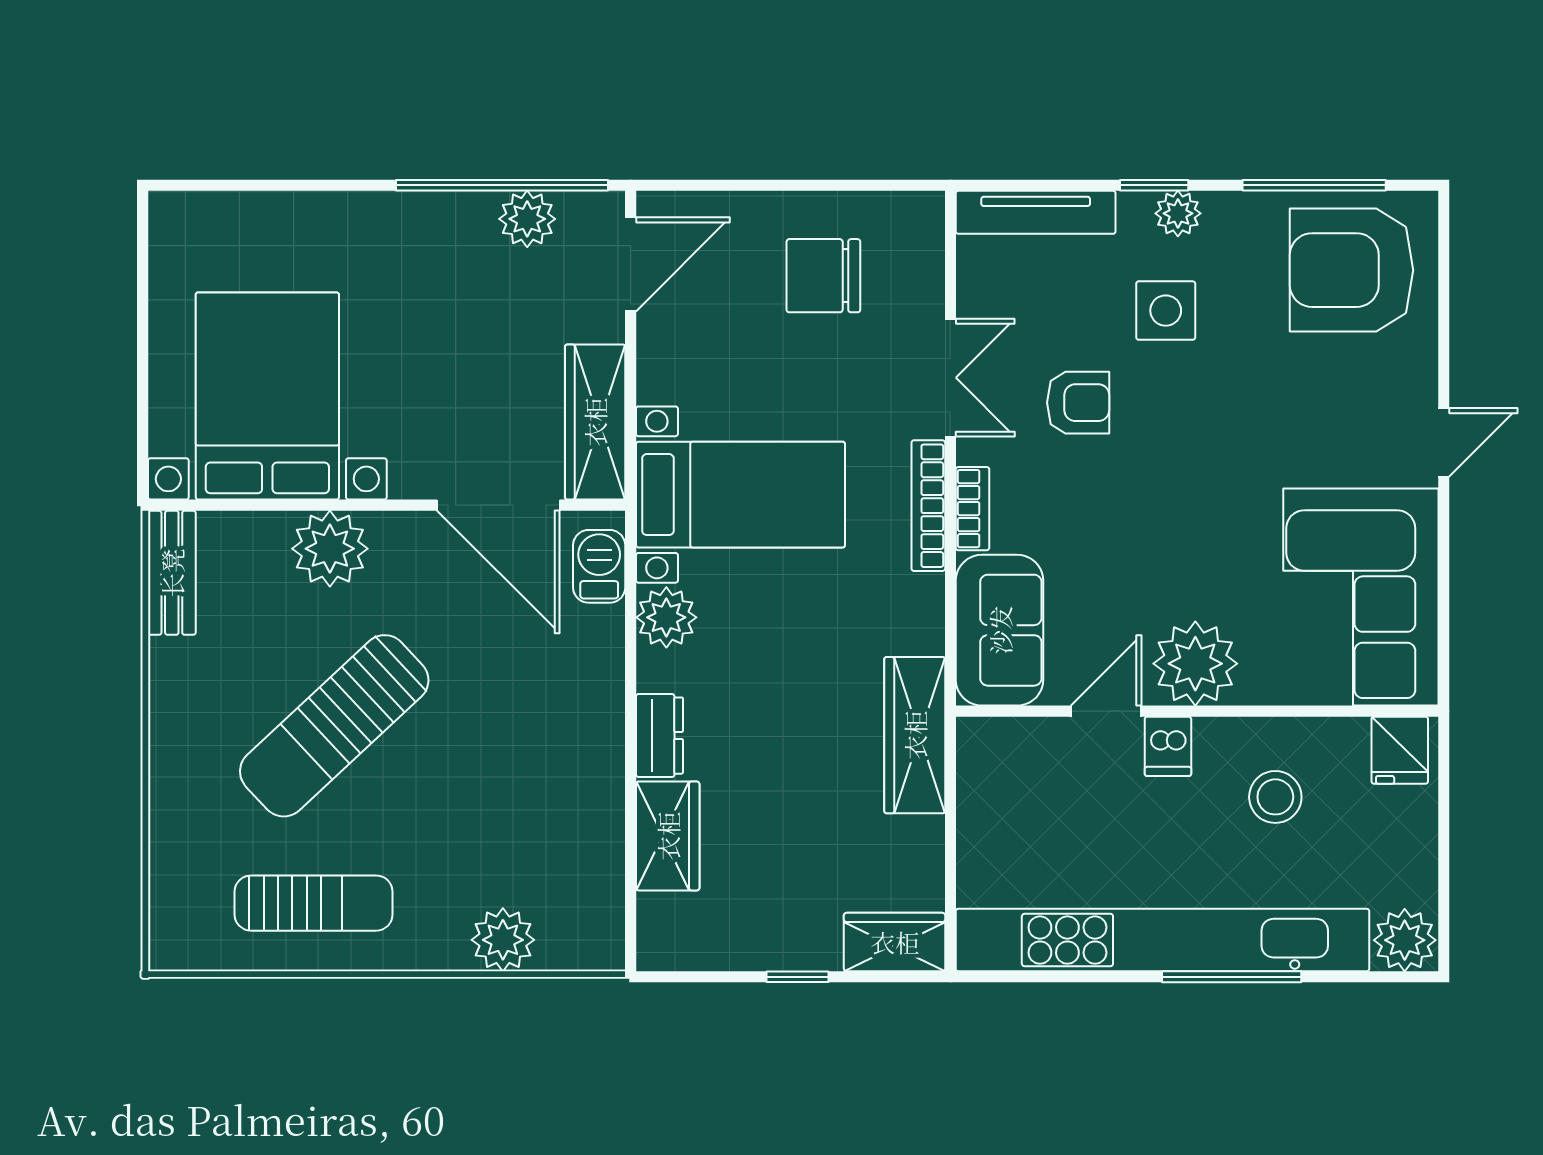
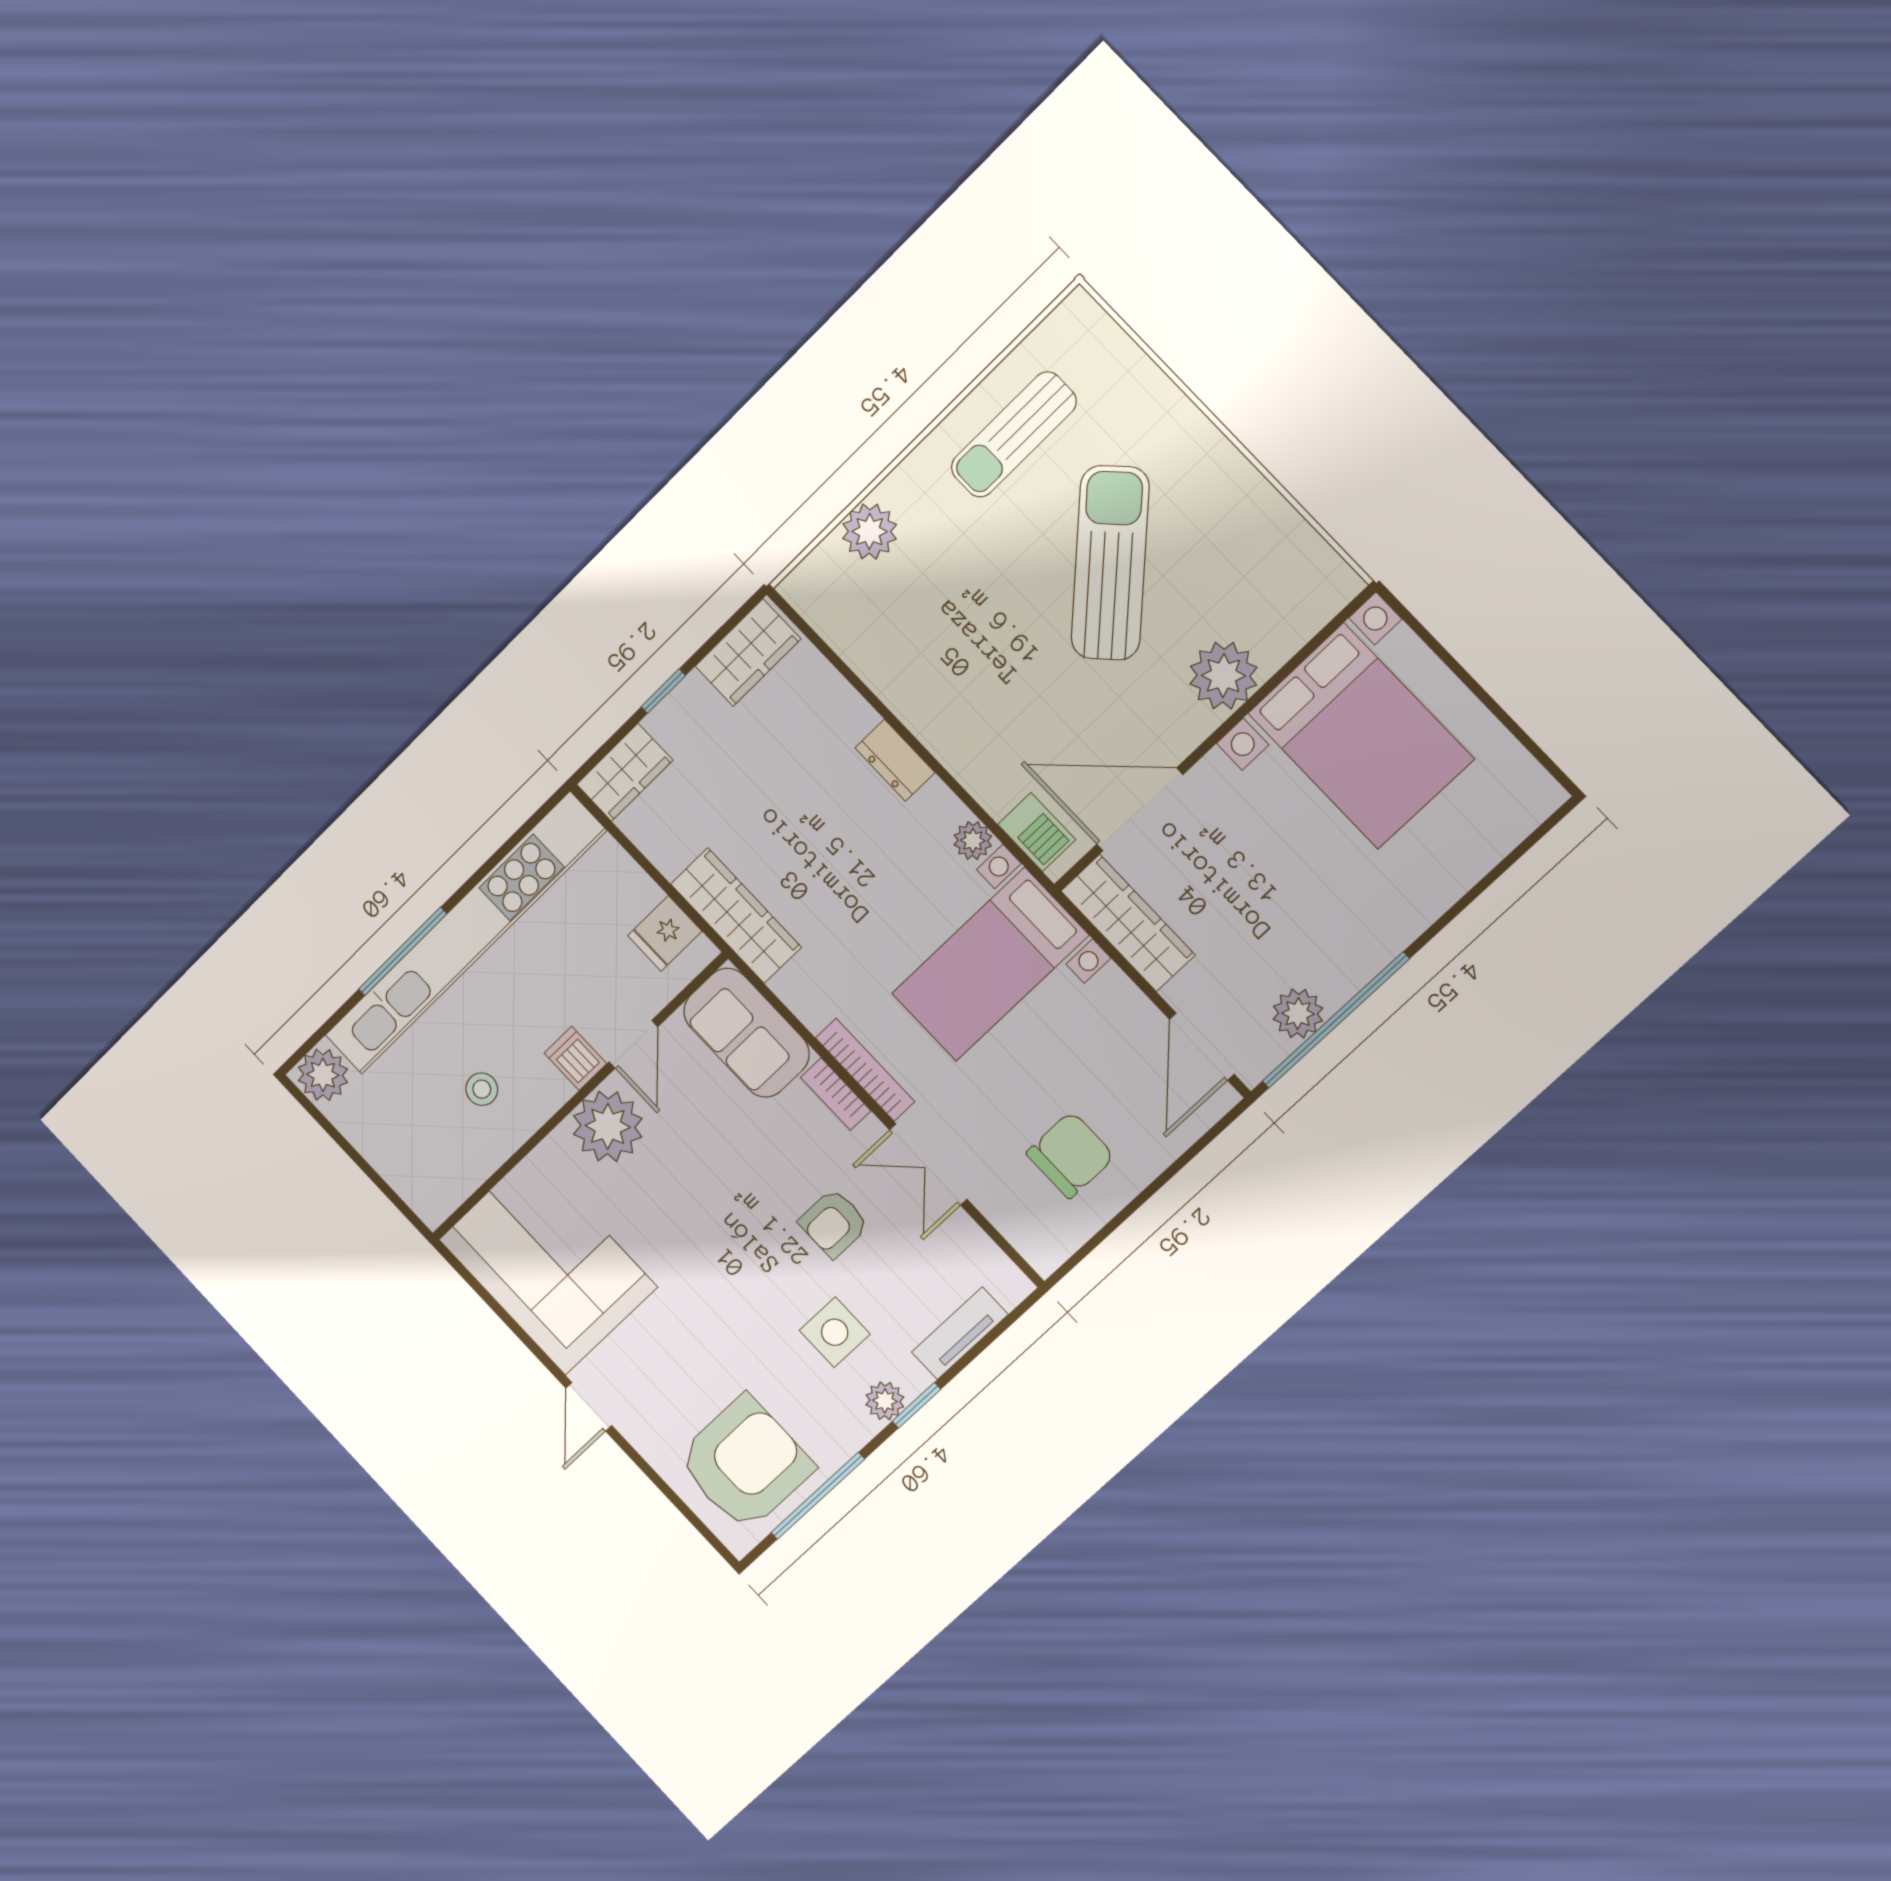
tv unit: (1036, 212) -> (960, 1333), width x0.71
bench: (172, 573) -> (1314, 559), removed
plant: (666, 617) -> (973, 841), width x0.73, depth x0.73
fridge: (1400, 750) -> (665, 933), moved, turned -90
stool: (1275, 797) -> (482, 1089), width x0.73, depth x0.73
wardrobe: (668, 836) -> (748, 653), moved, turned -90

